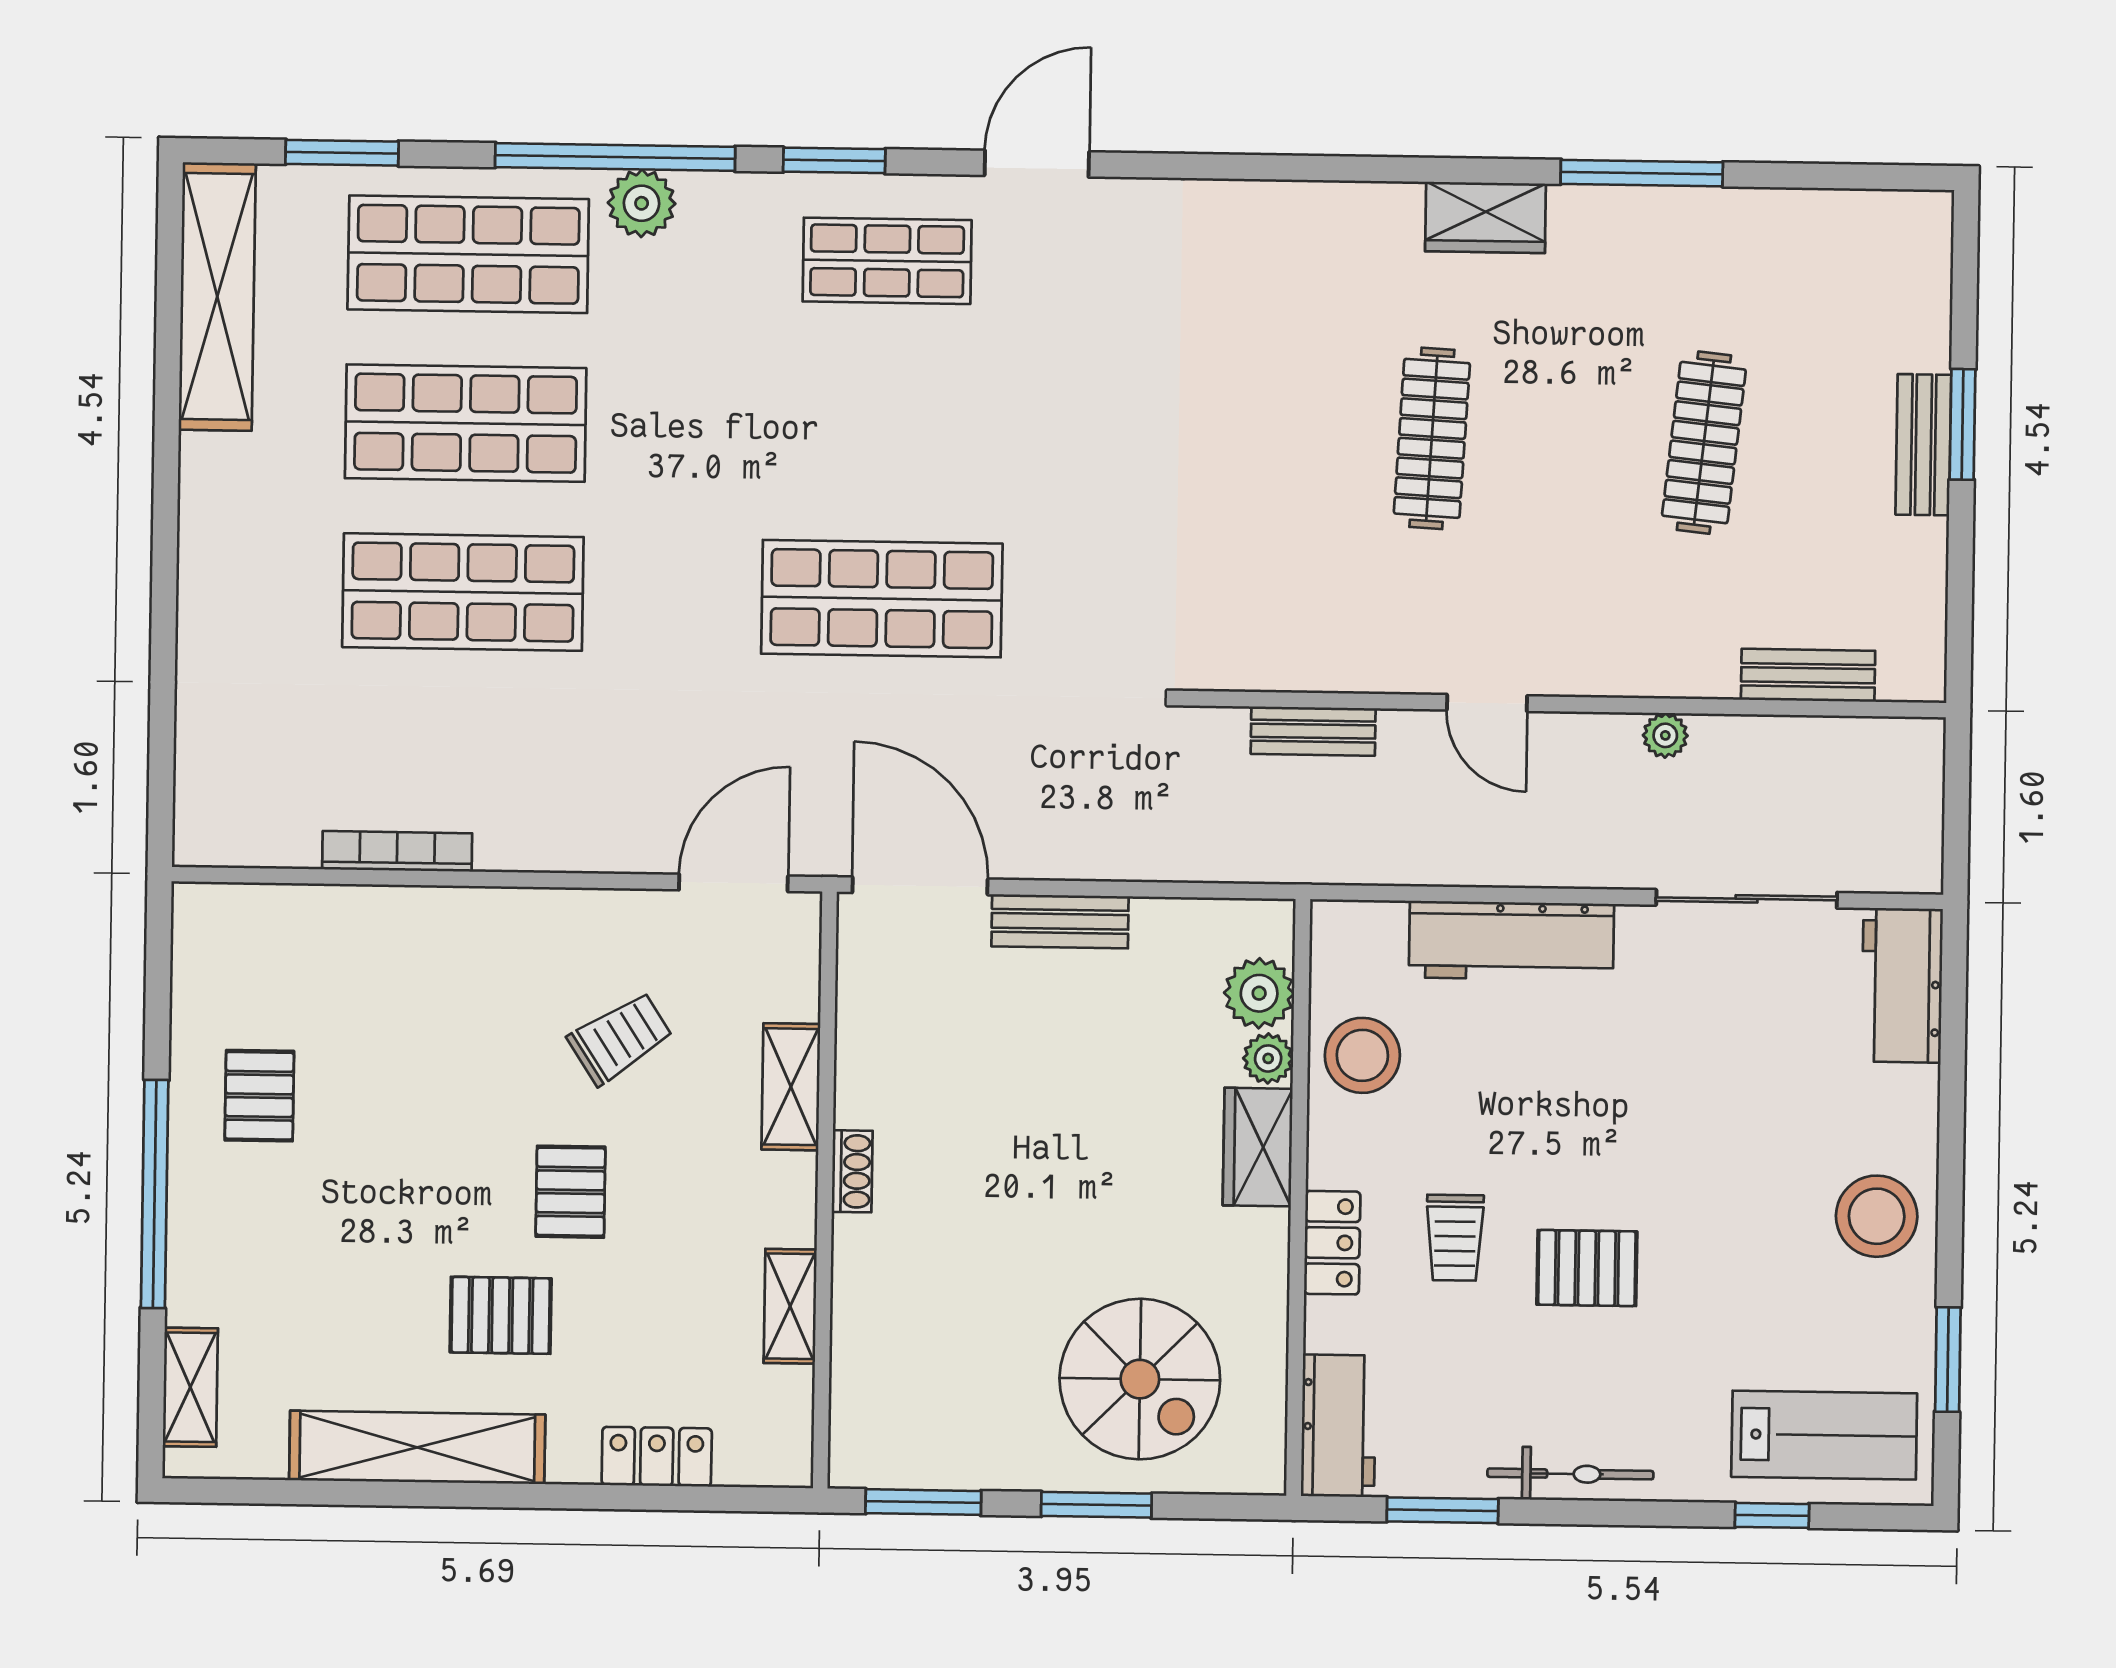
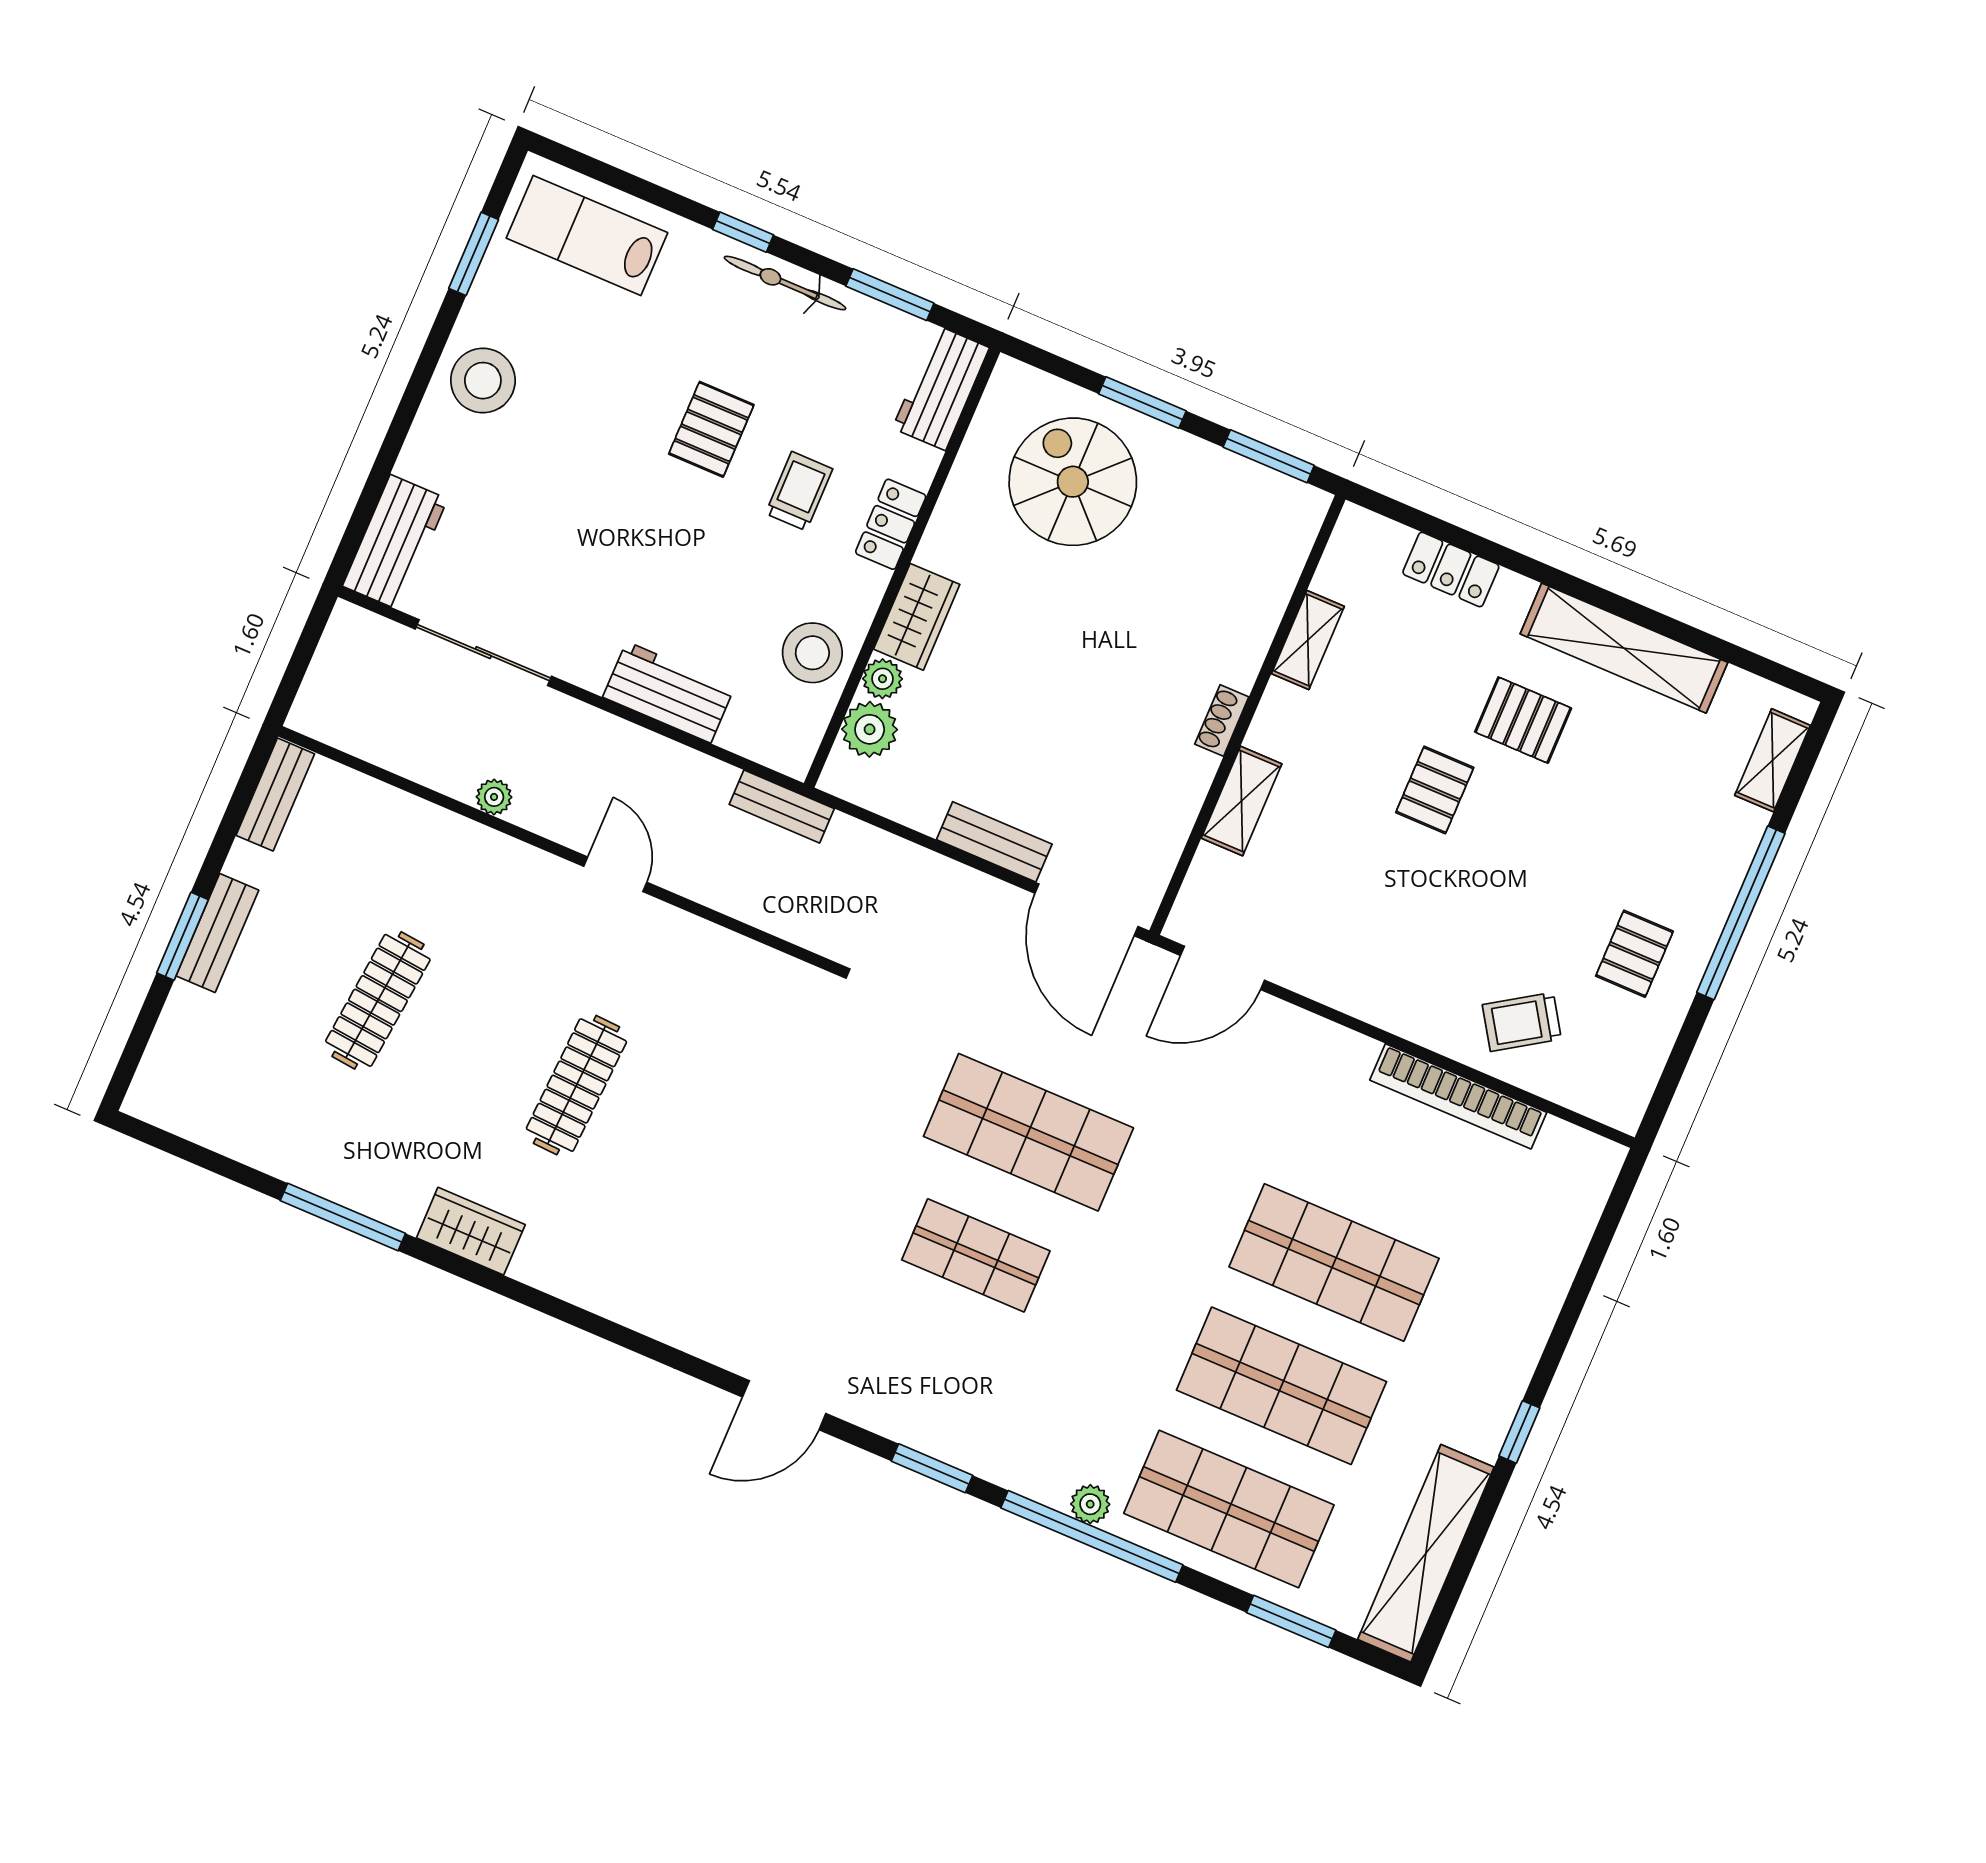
plant: (642, 203) -> (1090, 1504), width x0.73, depth x0.73
shop shelf: (887, 261) -> (976, 1255), moved
window: (166, 483) -> (1519, 1432), added
bench: (1808, 675) -> (275, 795), moved, turned 90
bench: (1313, 731) -> (782, 807), moved
bookcase: (397, 851) -> (1458, 1096), width x1.48, depth x1.31
workbench: (1511, 941) -> (669, 692), width x0.73
trolley: (620, 1038) -> (1522, 1022), moved
pallet: (1587, 1268) -> (711, 429), turned 90
window: (1772, 1515) -> (743, 232), moved

